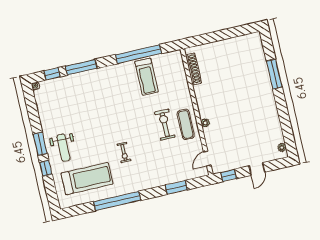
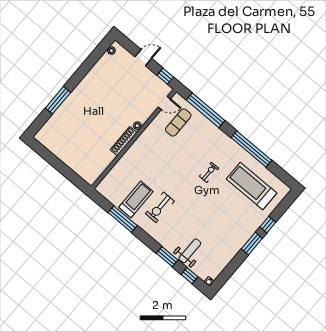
window: (139, 54) -> (123, 219), width x0.68
window: (81, 67) -> (167, 257), width x0.69
shoe rack: (193, 69) -> (124, 141), moved
exercise mat: (186, 124) -> (178, 122), moved
exercise bike: (165, 125) -> (160, 207), moved
weight bench: (63, 148) -> (190, 251), moved
window: (176, 187) -> (206, 110), width x2.11

